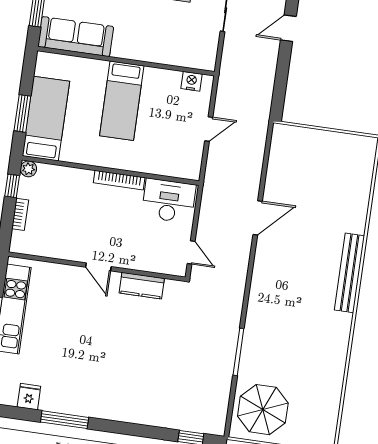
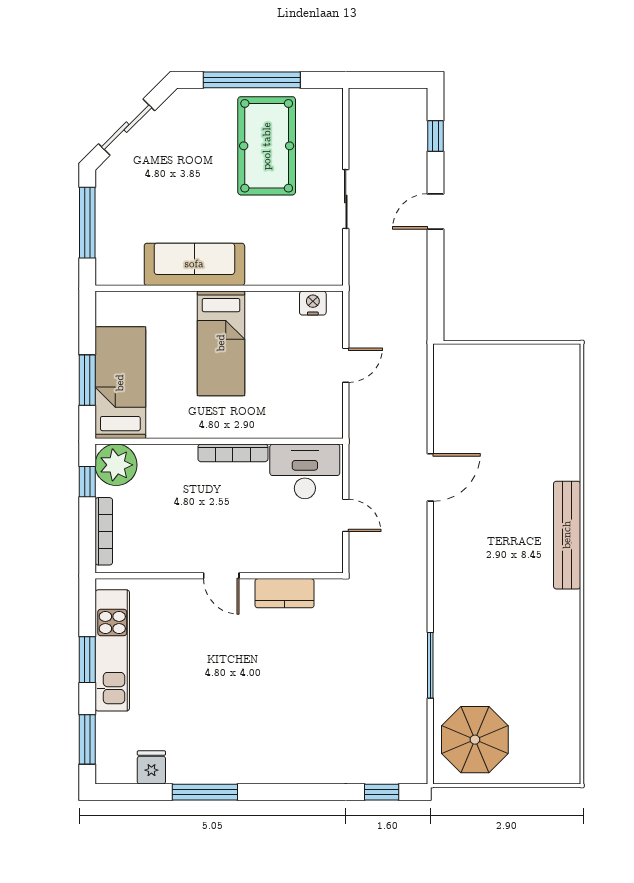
sofa: (76, 37) -> (194, 264), moved
plant: (28, 169) -> (116, 465), width x1.87, depth x1.87
bookcase: (20, 214) -> (104, 531), width x1.56
door: (191, 252) -> (346, 515), moved

